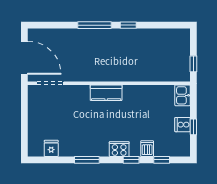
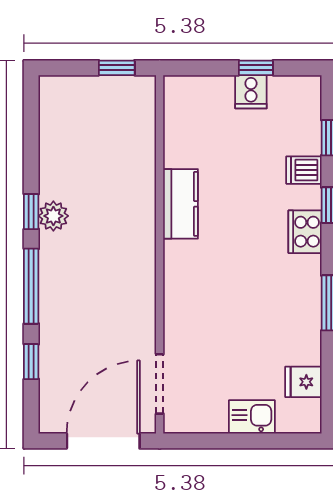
window: (60, 25) -> (31, 362), added
plant: (126, 35) -> (53, 216), added
kitchen counter: (106, 93) -> (181, 204), moved
kitchen sink: (182, 95) -> (252, 417), moved, turned 180

